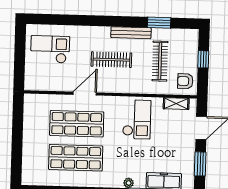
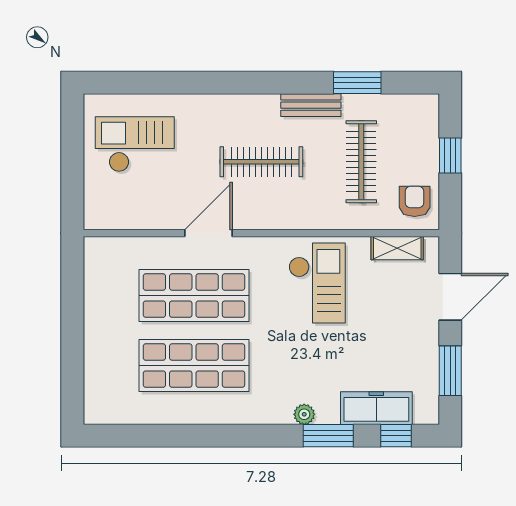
bench: (131, 33) -> (311, 105), width x0.73
armchair: (185, 81) -> (415, 201), turned 90

